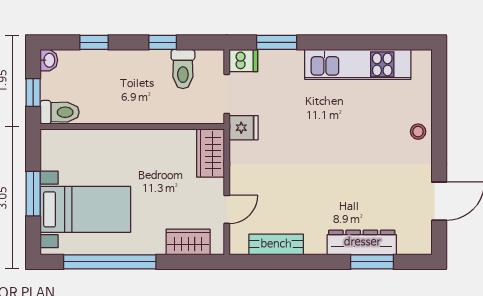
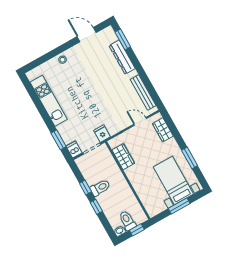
window: (94, 42) -> (96, 207), moved
toilet: (183, 69) -> (100, 188), moved
toilet: (60, 112) -> (127, 221), moved
wardrobe: (211, 153) -> (123, 157), moved, turned -90
bench: (276, 244) -> (143, 93), width x1.36
window: (110, 262) -> (190, 158), width x0.47
window: (372, 262) -> (123, 39), moved

